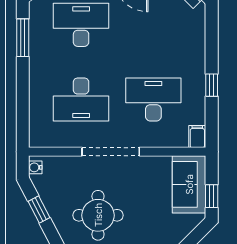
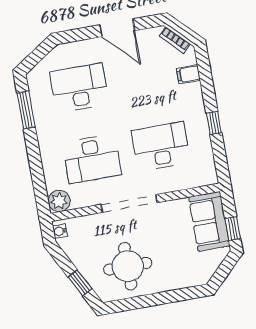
plant: (40, 136) -> (59, 201), added
filing cabinet: (197, 137) -> (188, 74), moved, turned -90
window: (39, 210) -> (80, 283), moved

